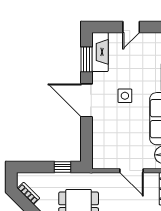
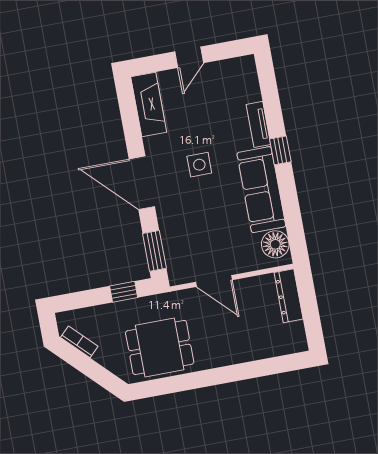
window: (87, 59) -> (154, 251), moved
door: (132, 171) -> (214, 281), moved

